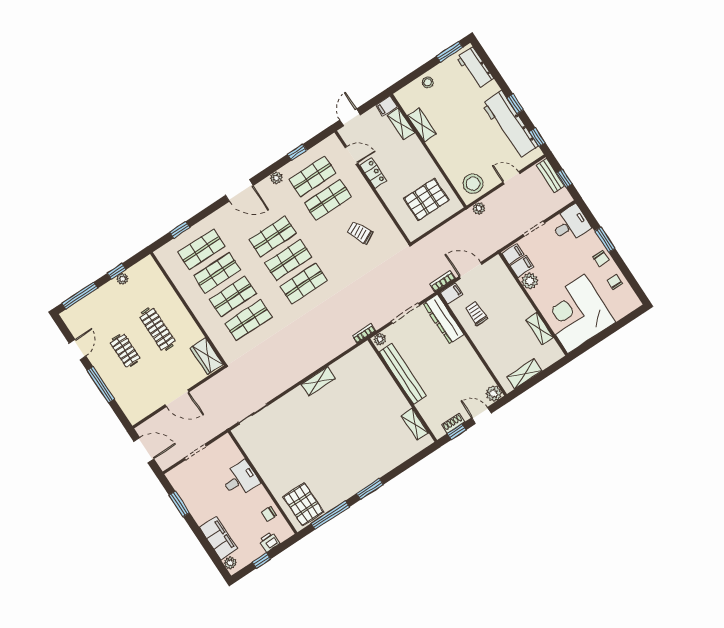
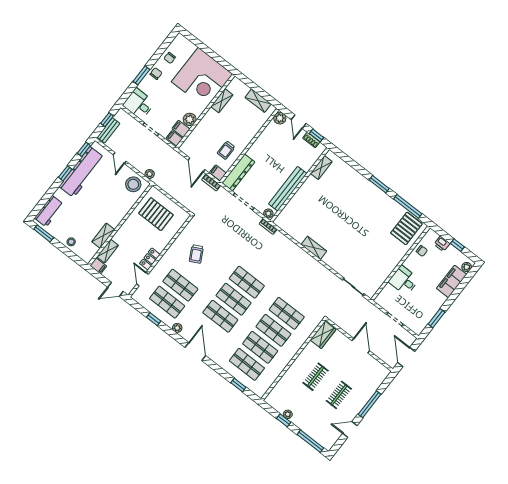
clothes rail: (157, 329) -> (316, 377), width x0.73

